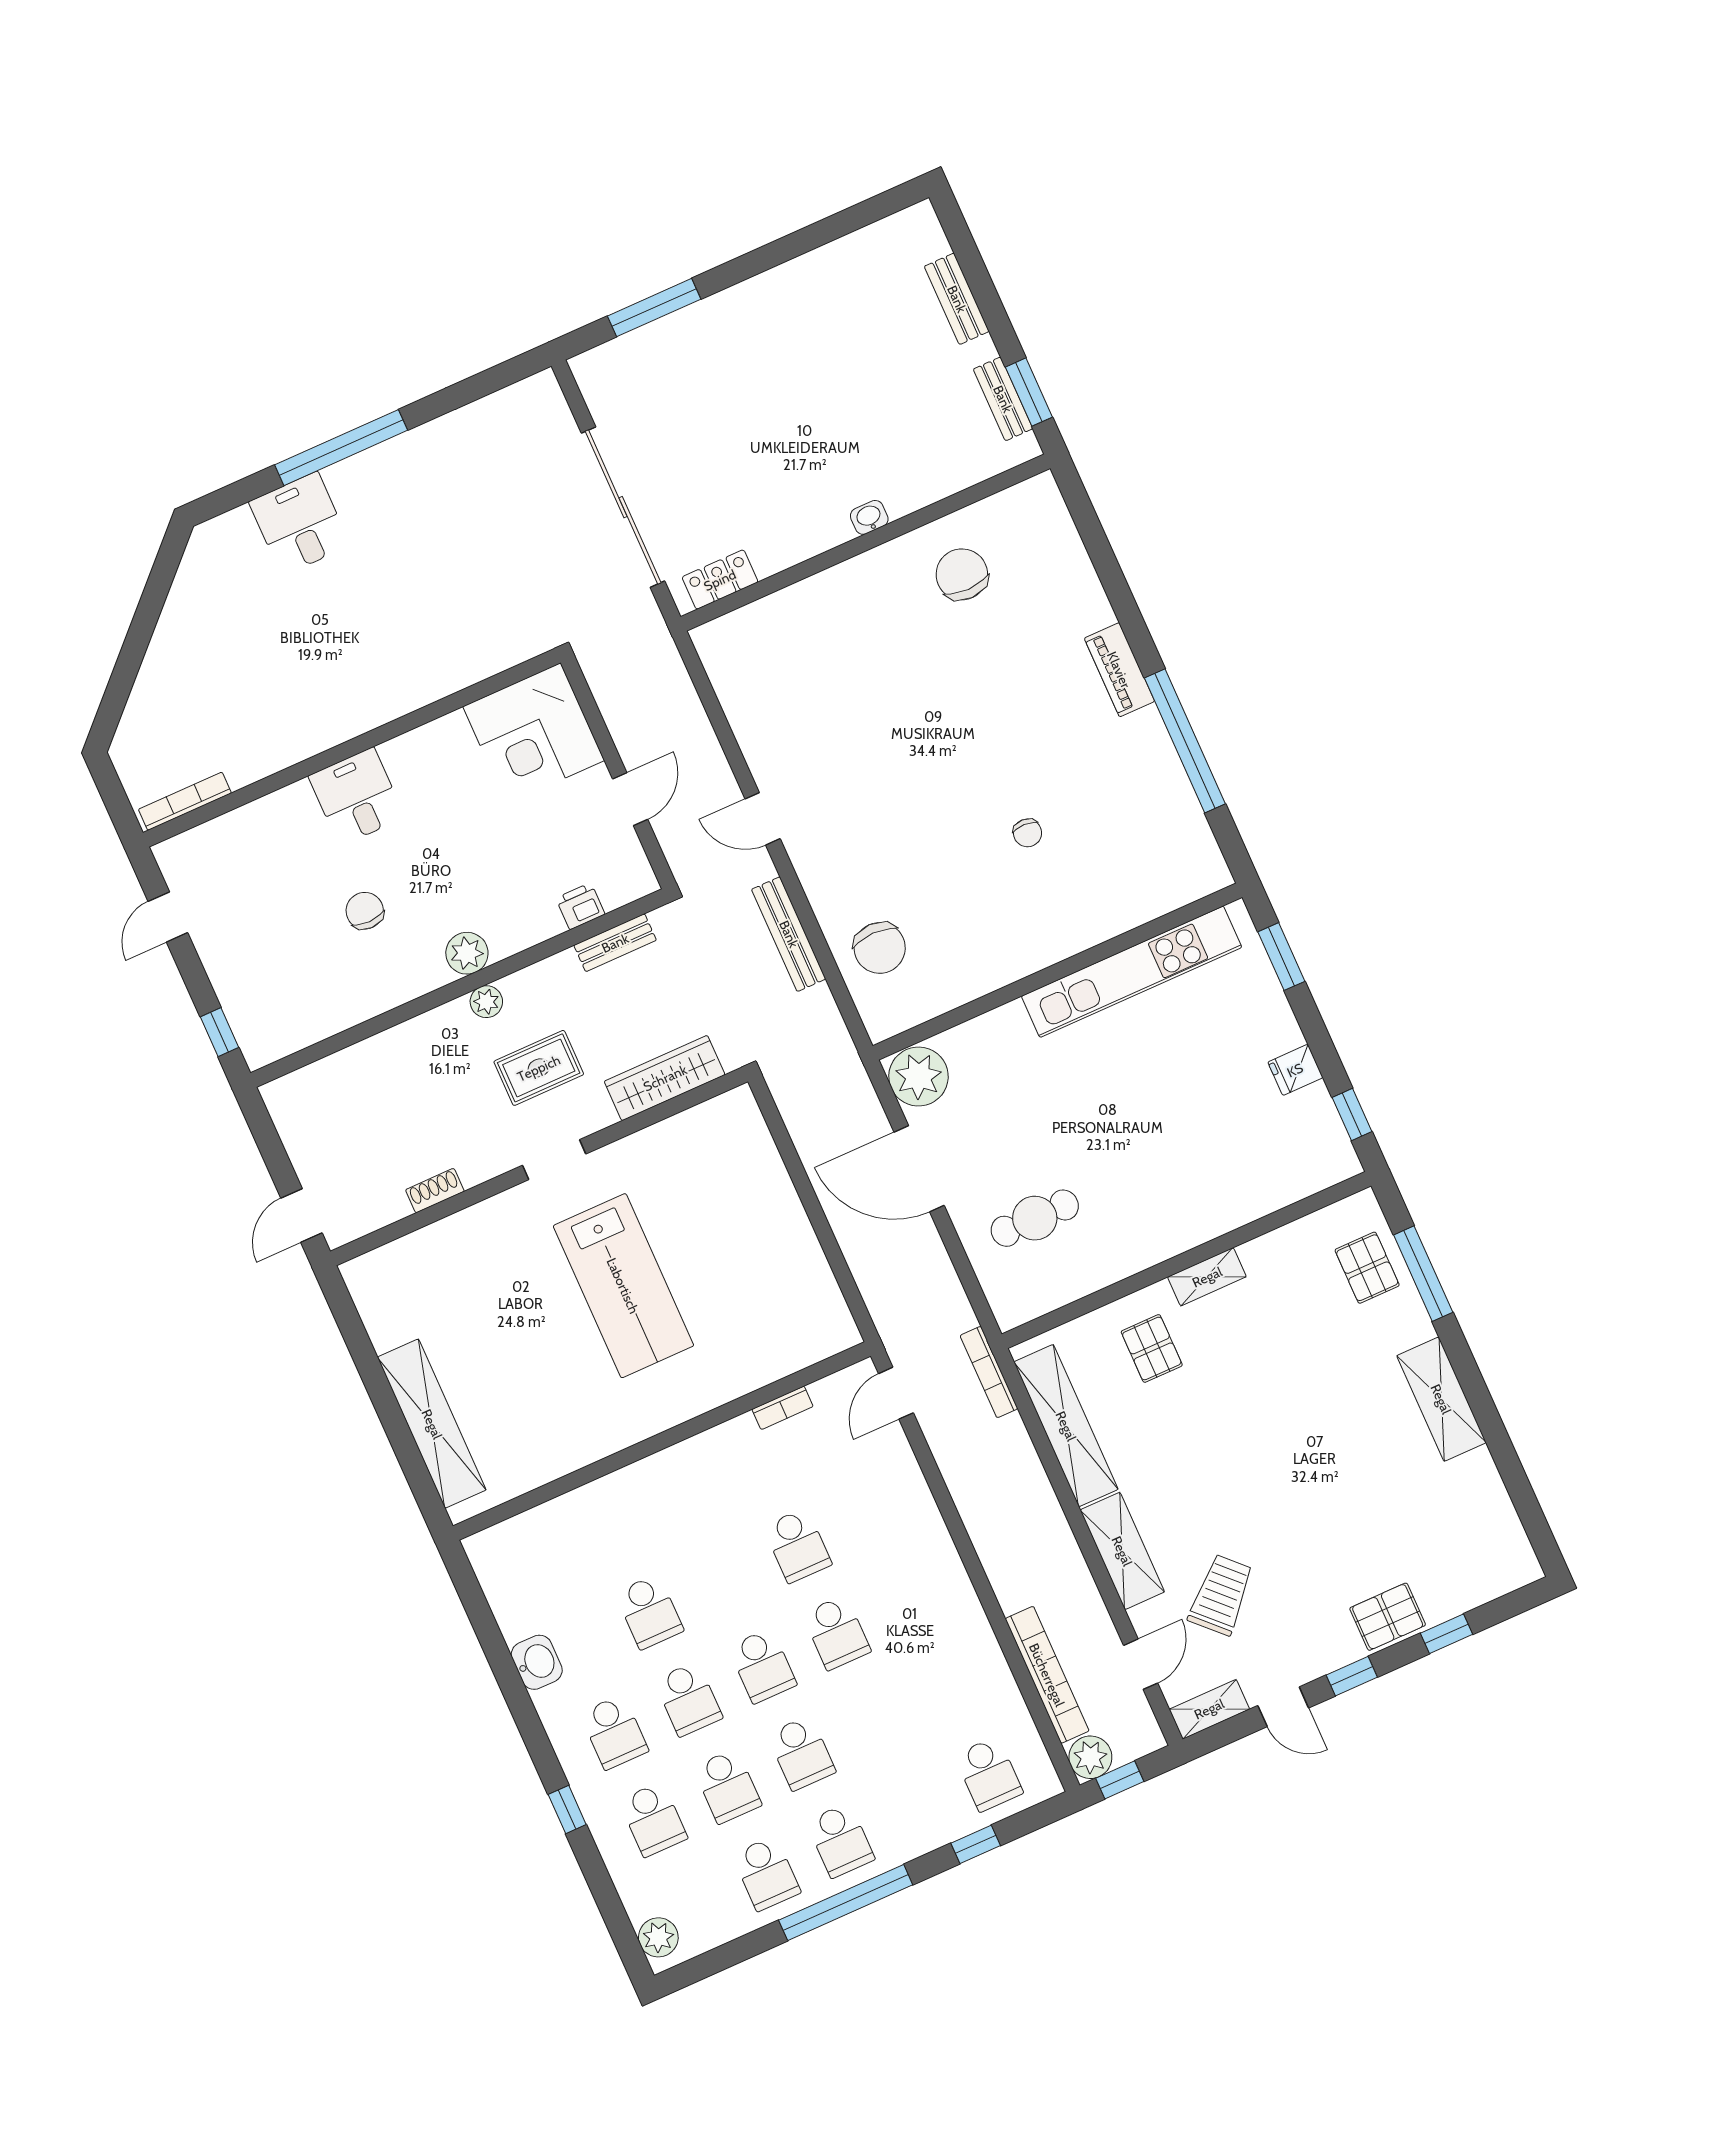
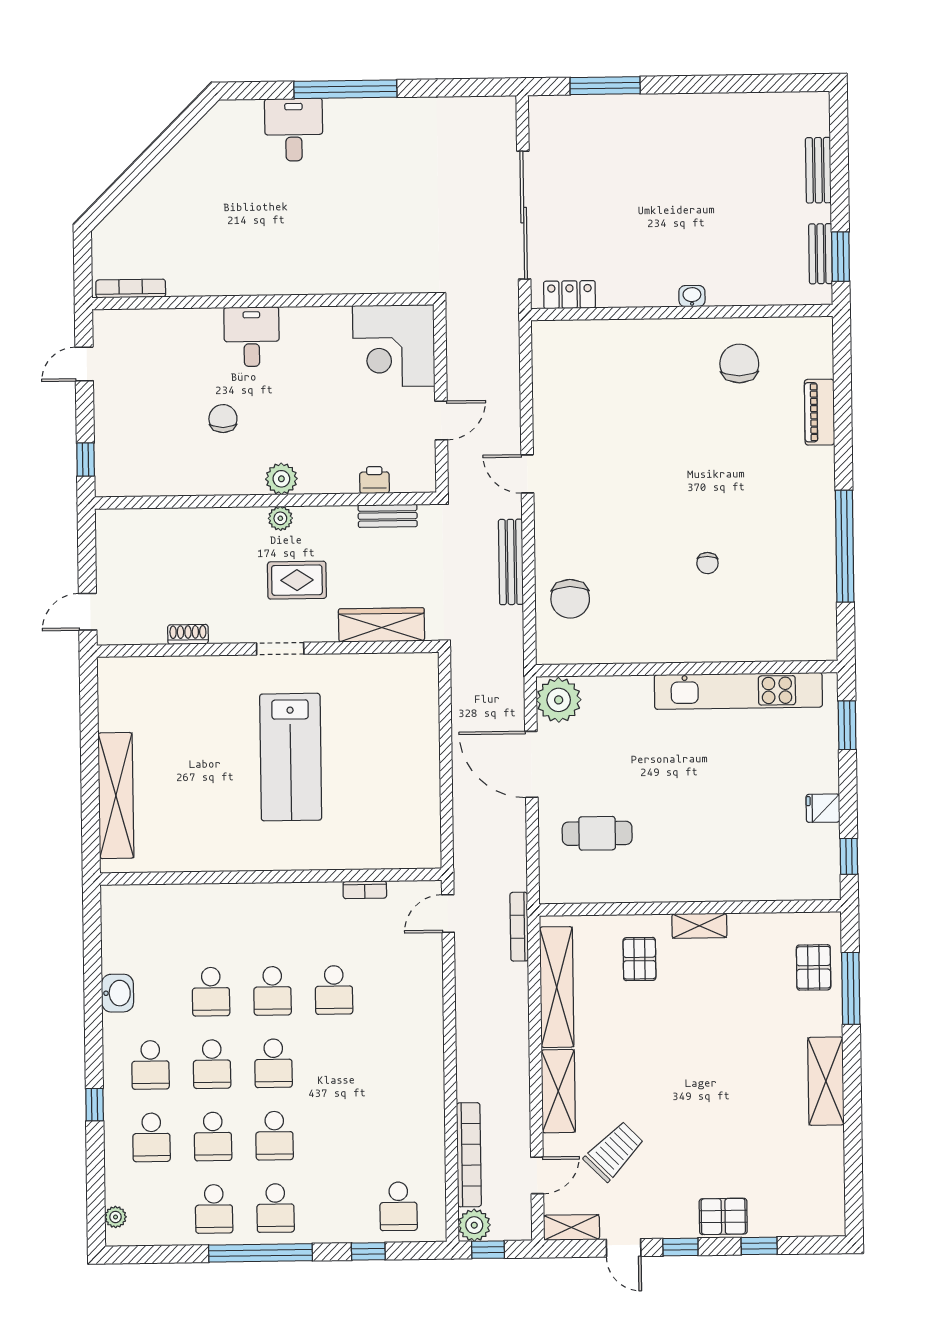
piano: (1119, 670) -> (820, 412), moved
school desk: (837, 1633) -> (272, 991), moved
plant: (658, 1937) -> (116, 1217), width x0.73, depth x0.73

